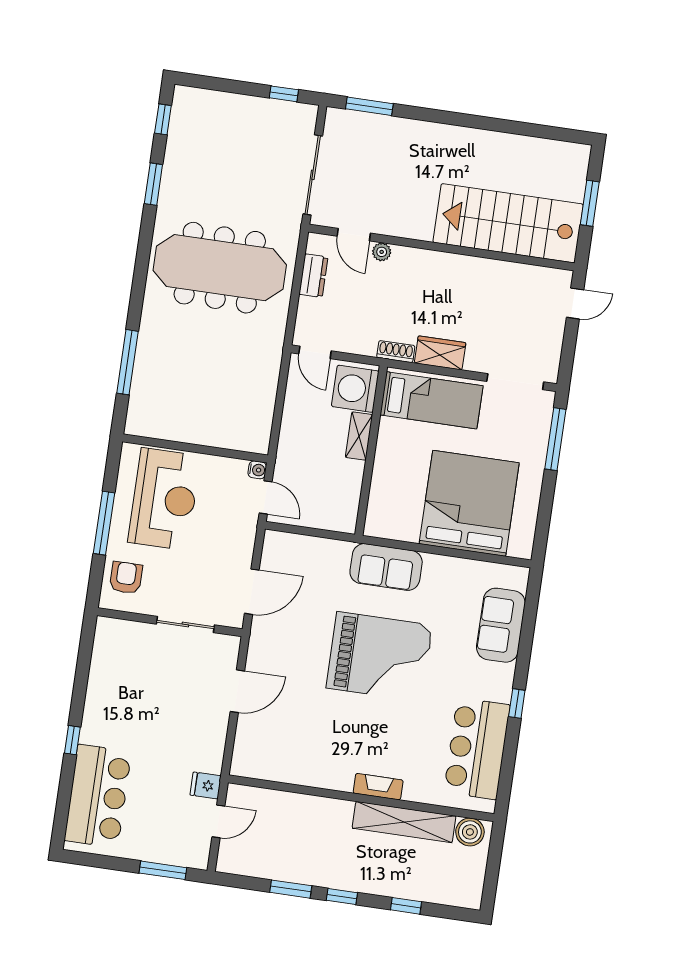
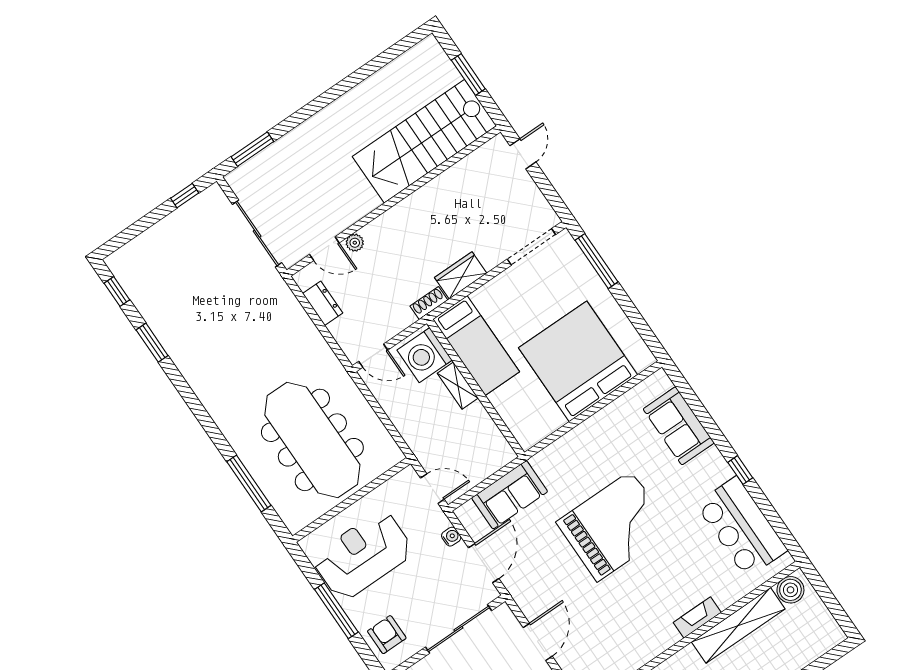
meeting table: (220, 268) -> (312, 440), moved, turned 90
bed: (432, 400) -> (476, 345), moved, turned 90
water cooler: (257, 470) -> (451, 537), moved
reception desk: (164, 499) -> (363, 555), turned -90
sofa: (386, 567) -> (510, 495), moved
sliding door: (185, 625) -> (458, 629), width x1.37

